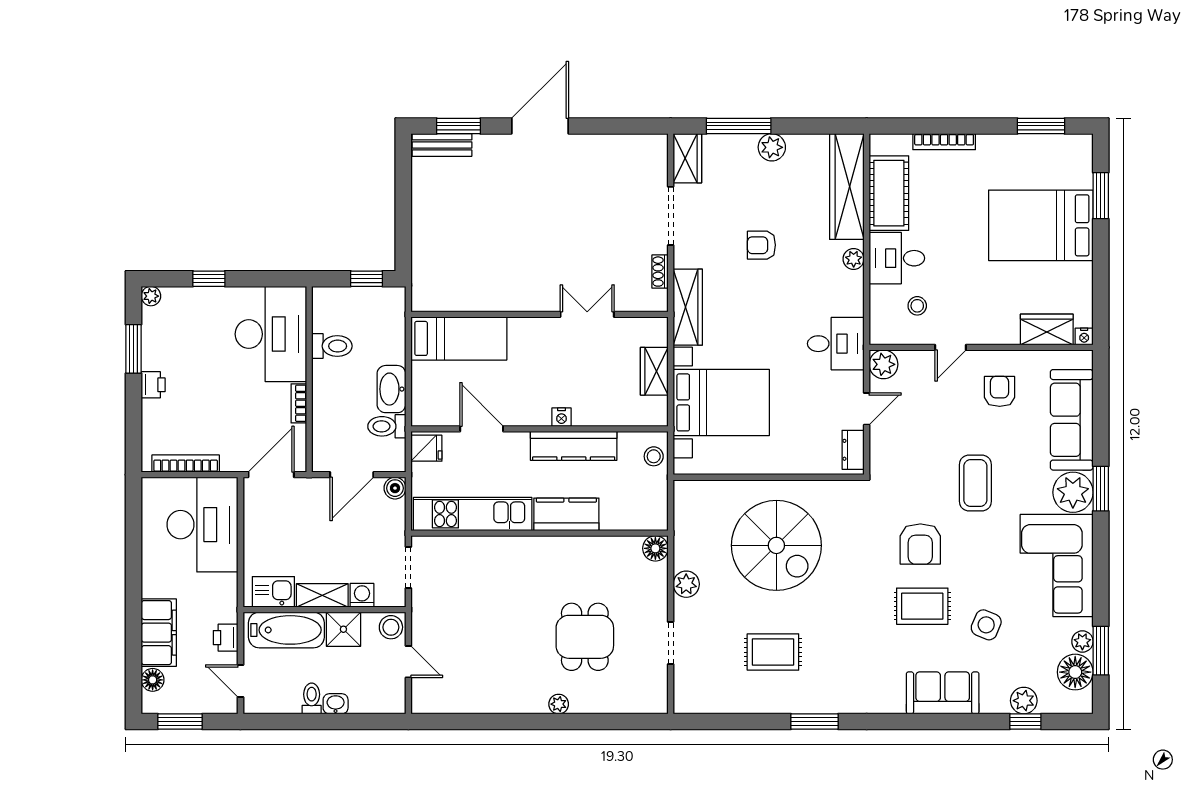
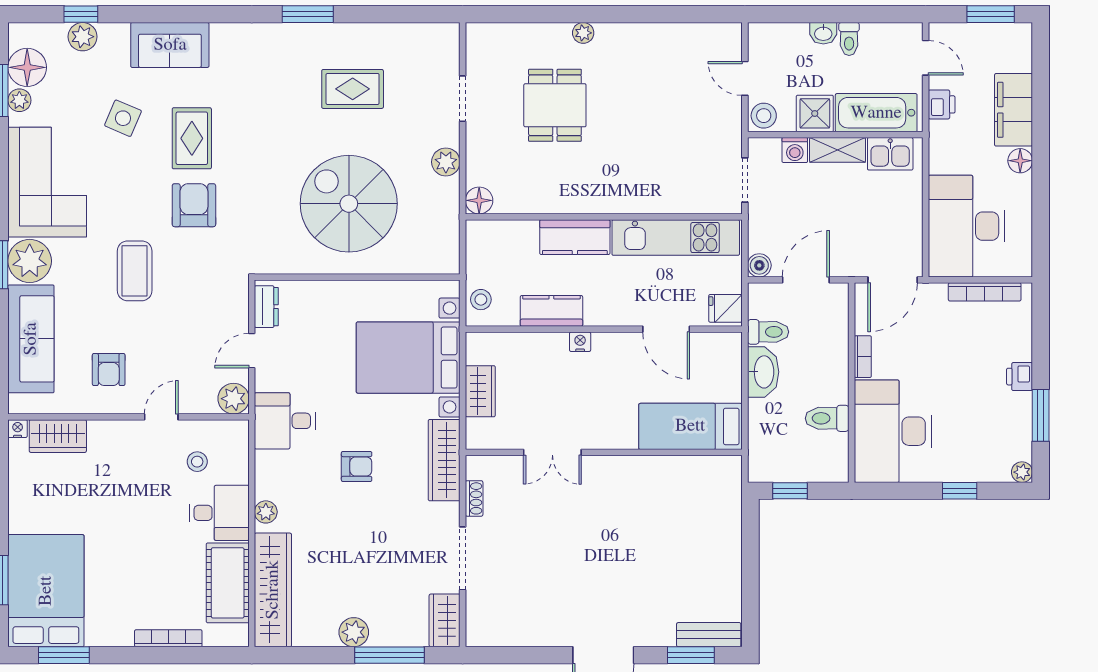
bed: (1041, 225) -> (46, 591), moved, turned -90
armchair: (761, 245) -> (357, 466), moved
kitchen counter: (574, 446) -> (551, 311), width x0.67
rug: (922, 606) -> (192, 138), turned 90
floor lamp: (153, 680) -> (1020, 161), moved

